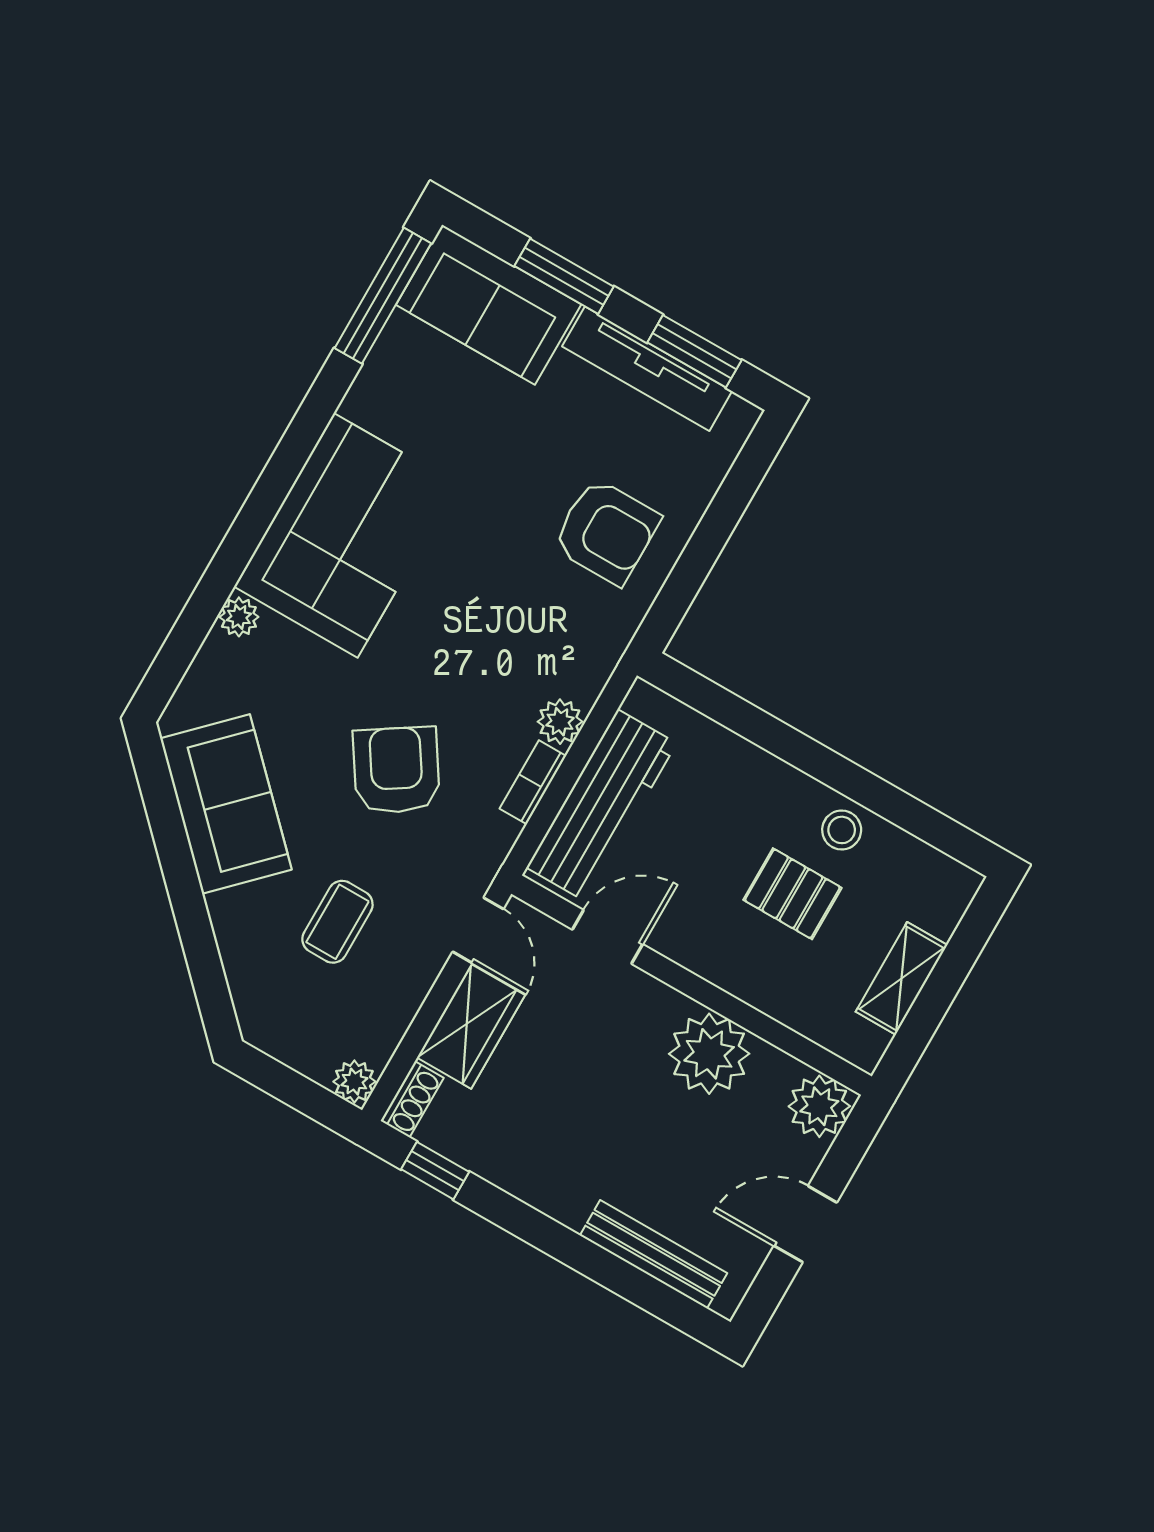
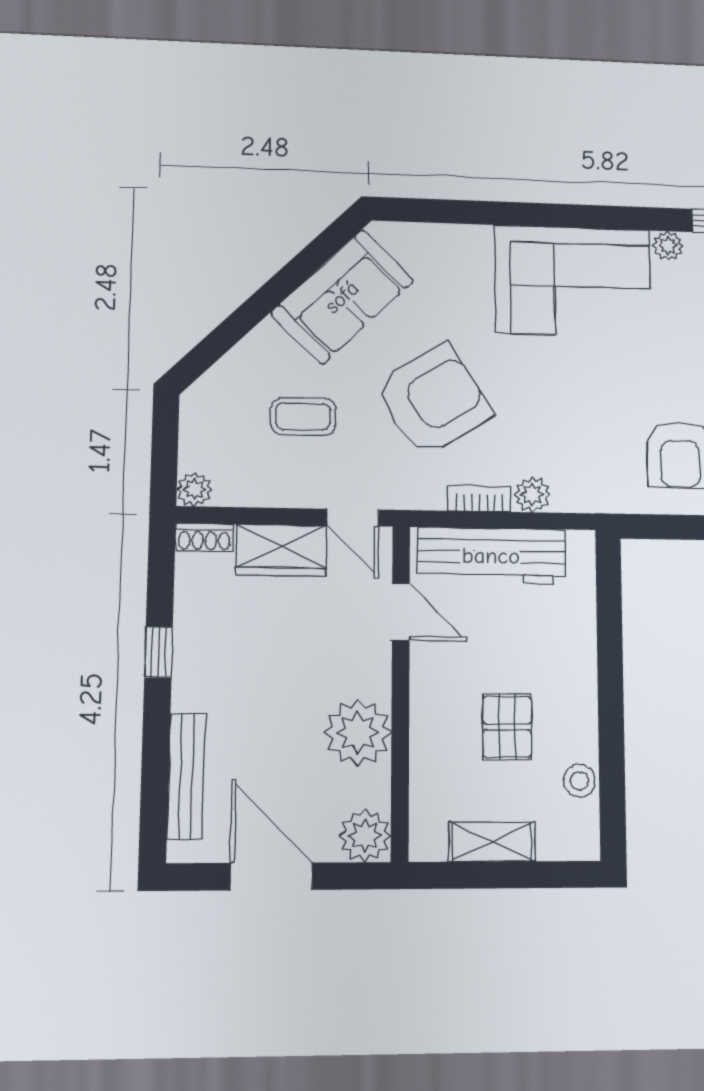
plant: (239, 617) -> (668, 246), moved
armchair: (396, 770) -> (433, 400), width x1.36, depth x1.36
stool: (842, 830) -> (579, 781), moved
door: (478, 930) -> (353, 518), hinge flipped
window: (435, 1171) -> (159, 652), moved
door: (805, 1224) -> (271, 876), width x1.38

